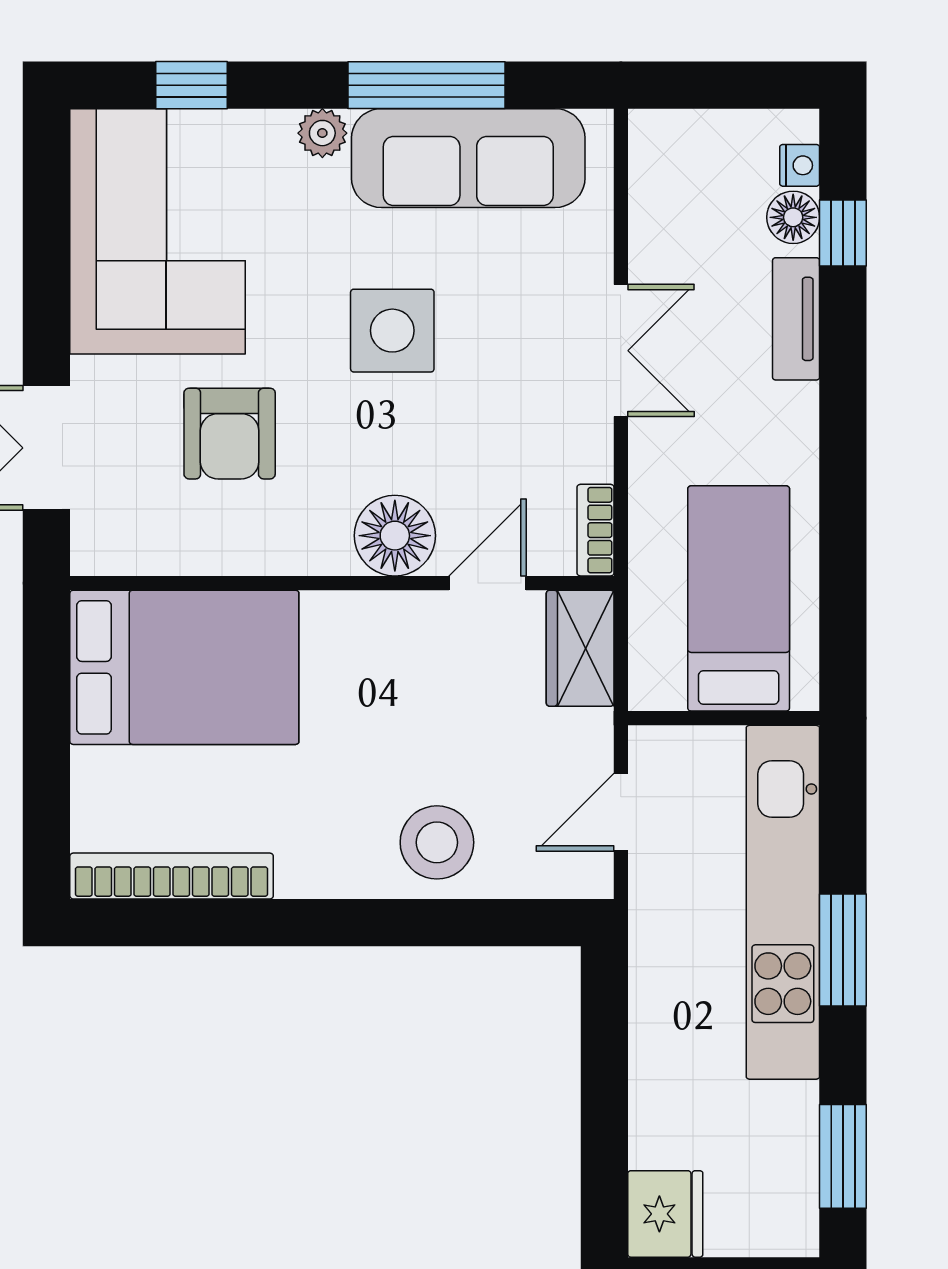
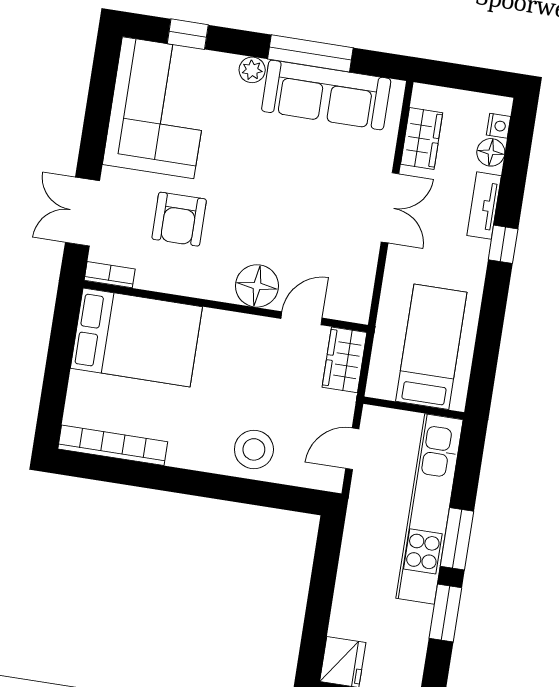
wardrobe: (660, 212) -> (422, 138), added
window: (843, 233) -> (503, 244), moved
side table: (392, 331) -> (272, 179), removed
bookcase: (595, 530) -> (110, 275), moved, turned 90
window: (843, 1156) -> (445, 613), moved

